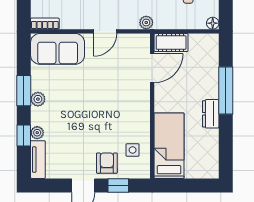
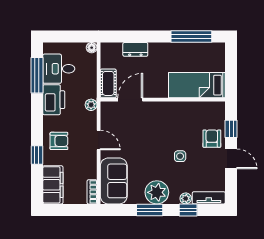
door: (152, 68) -> (130, 100), hinge flipped
window: (226, 90) -> (191, 37), moved
plant: (38, 99) -> (157, 192), width x1.87, depth x1.87
dresser: (211, 114) -> (135, 49), moved
side table: (133, 150) -> (180, 156), moved
armchair: (107, 163) -> (212, 139), turned 90

